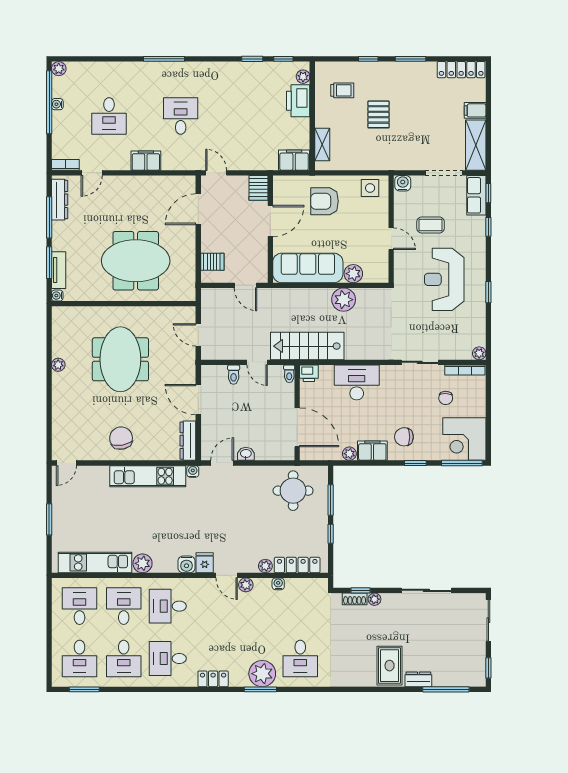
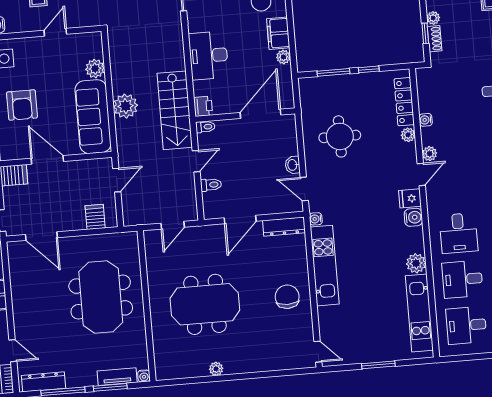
plant: (344, 300) -> (125, 106), moved
chair: (121, 438) -> (287, 297), turned 100
round table: (293, 491) -> (340, 136), moved

